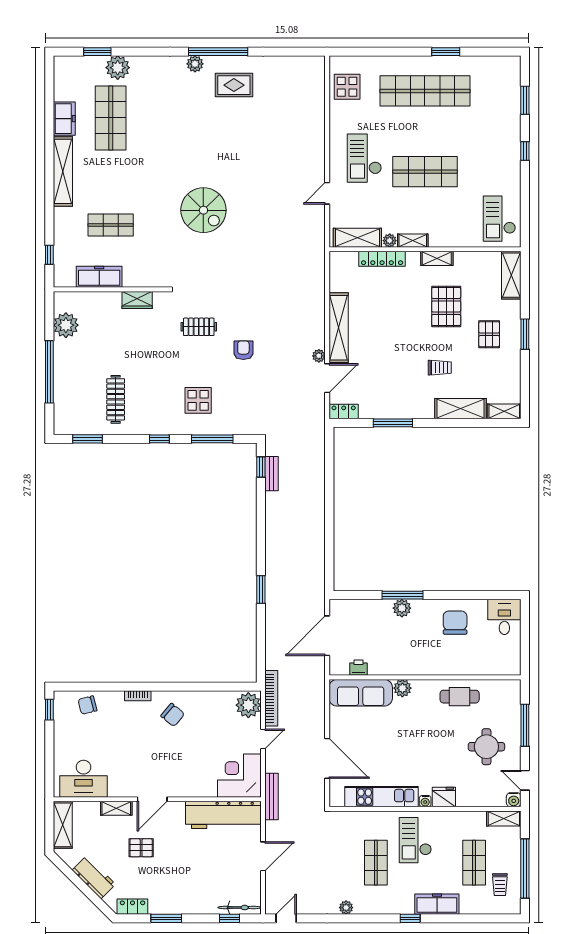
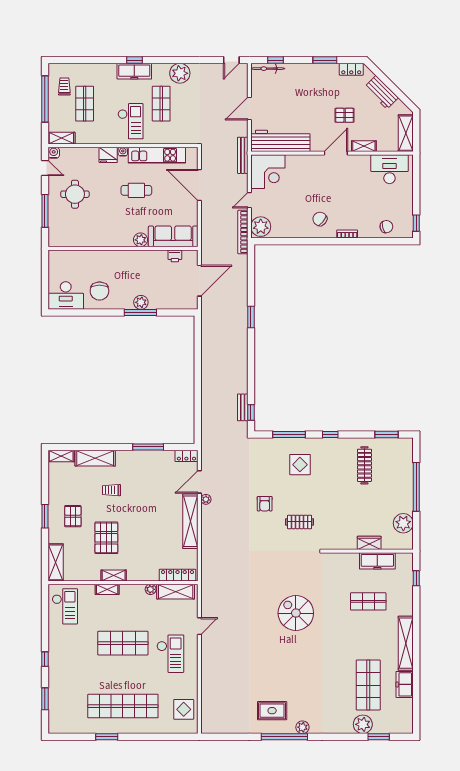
shelving: (413, 241) -> (107, 589), moved
locker: (382, 259) -> (177, 575), moved
wardrobe: (137, 300) -> (369, 543), moved
desk: (504, 617) -> (66, 295), width x1.37
cafe table: (460, 697) -> (136, 190), moved
freezer: (437, 904) -> (134, 71), moved
plant: (346, 908) -> (180, 73), width x1.87, depth x1.87

